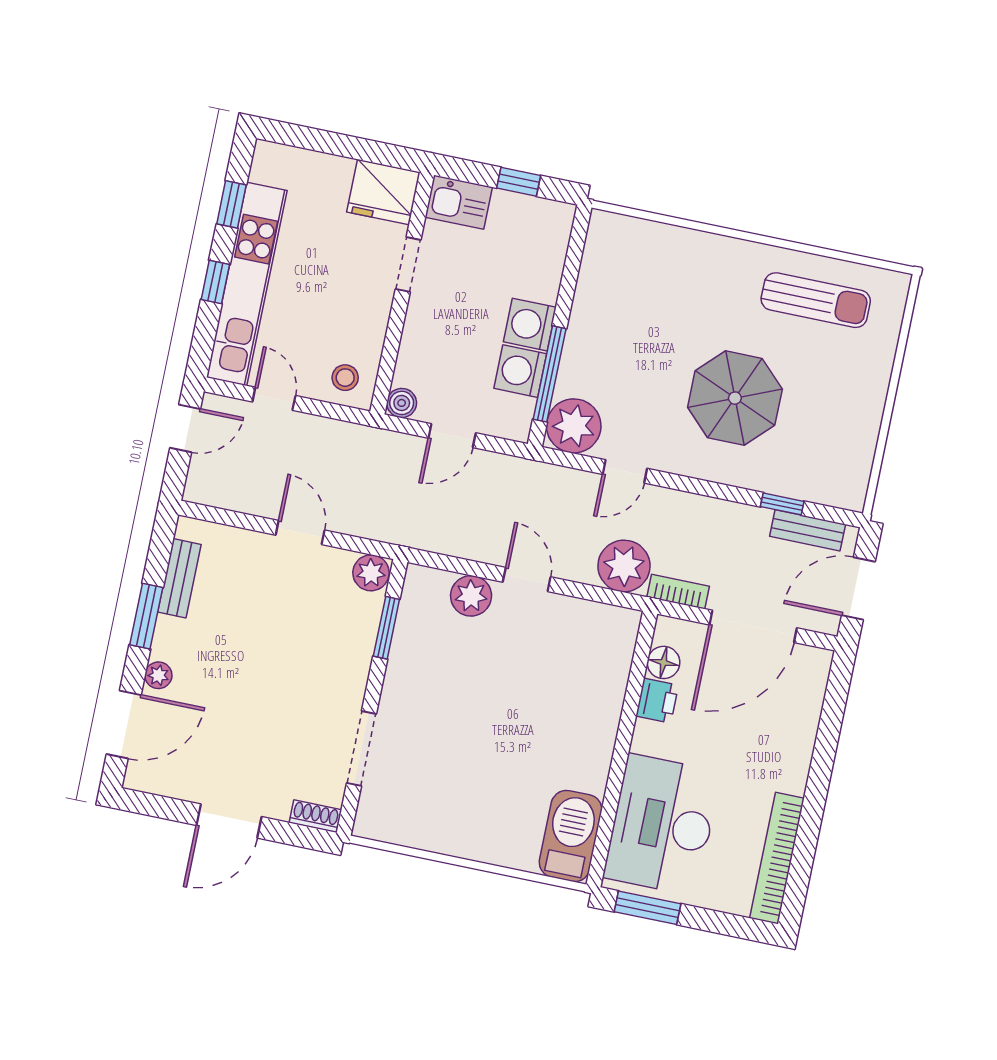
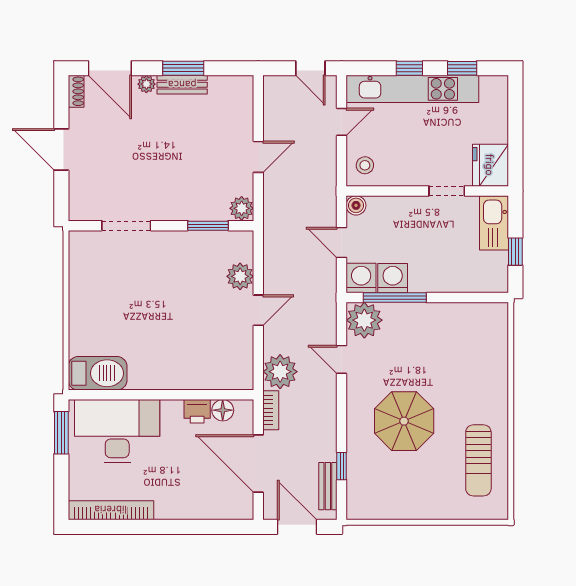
kitchen sink: (459, 202) -> (494, 223), width x1.38
washing machine: (530, 325) -> (361, 278), moved
bench: (179, 578) -> (182, 85), moved
shoe rack: (315, 816) -> (76, 91), moved

